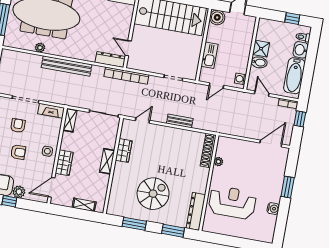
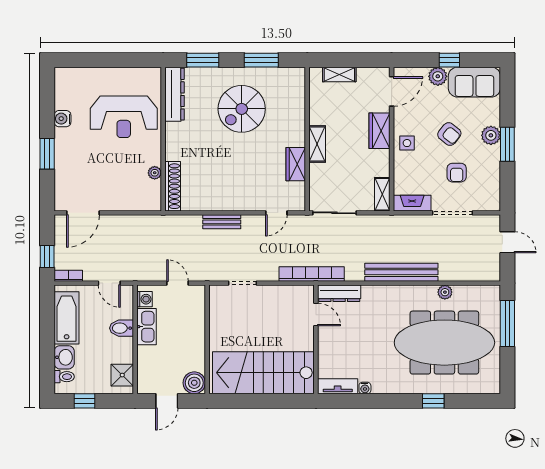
shower: (261, 49) -> (122, 375), moved
kitchen sink: (209, 55) -> (146, 327), moved, turned 180
door: (216, 86) -> (178, 283), hinge flipped
armchair: (18, 152) -> (449, 134), turned -141

